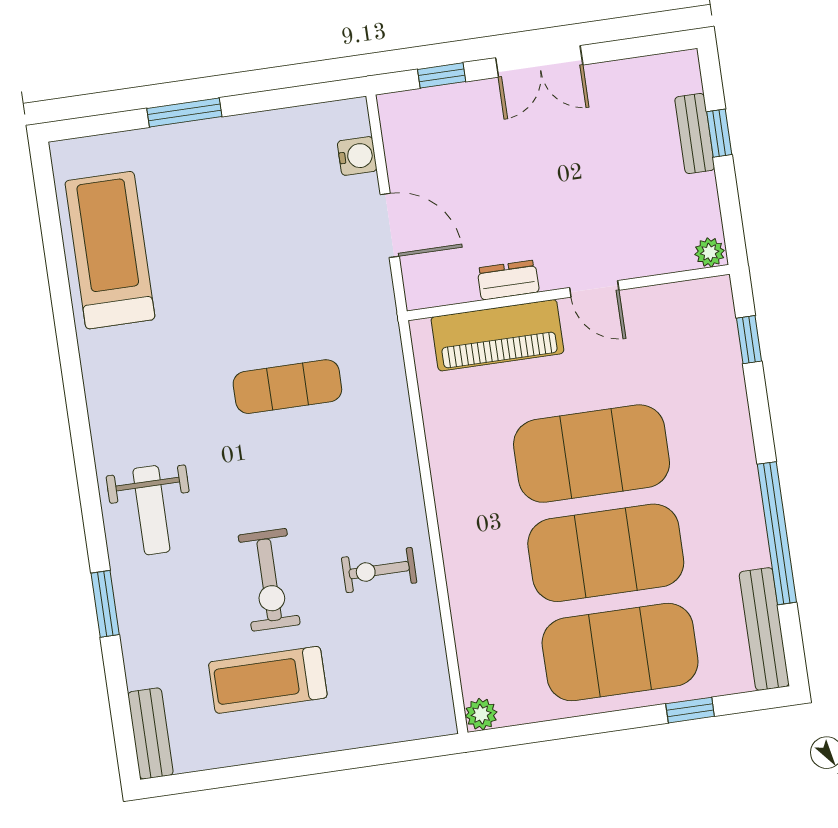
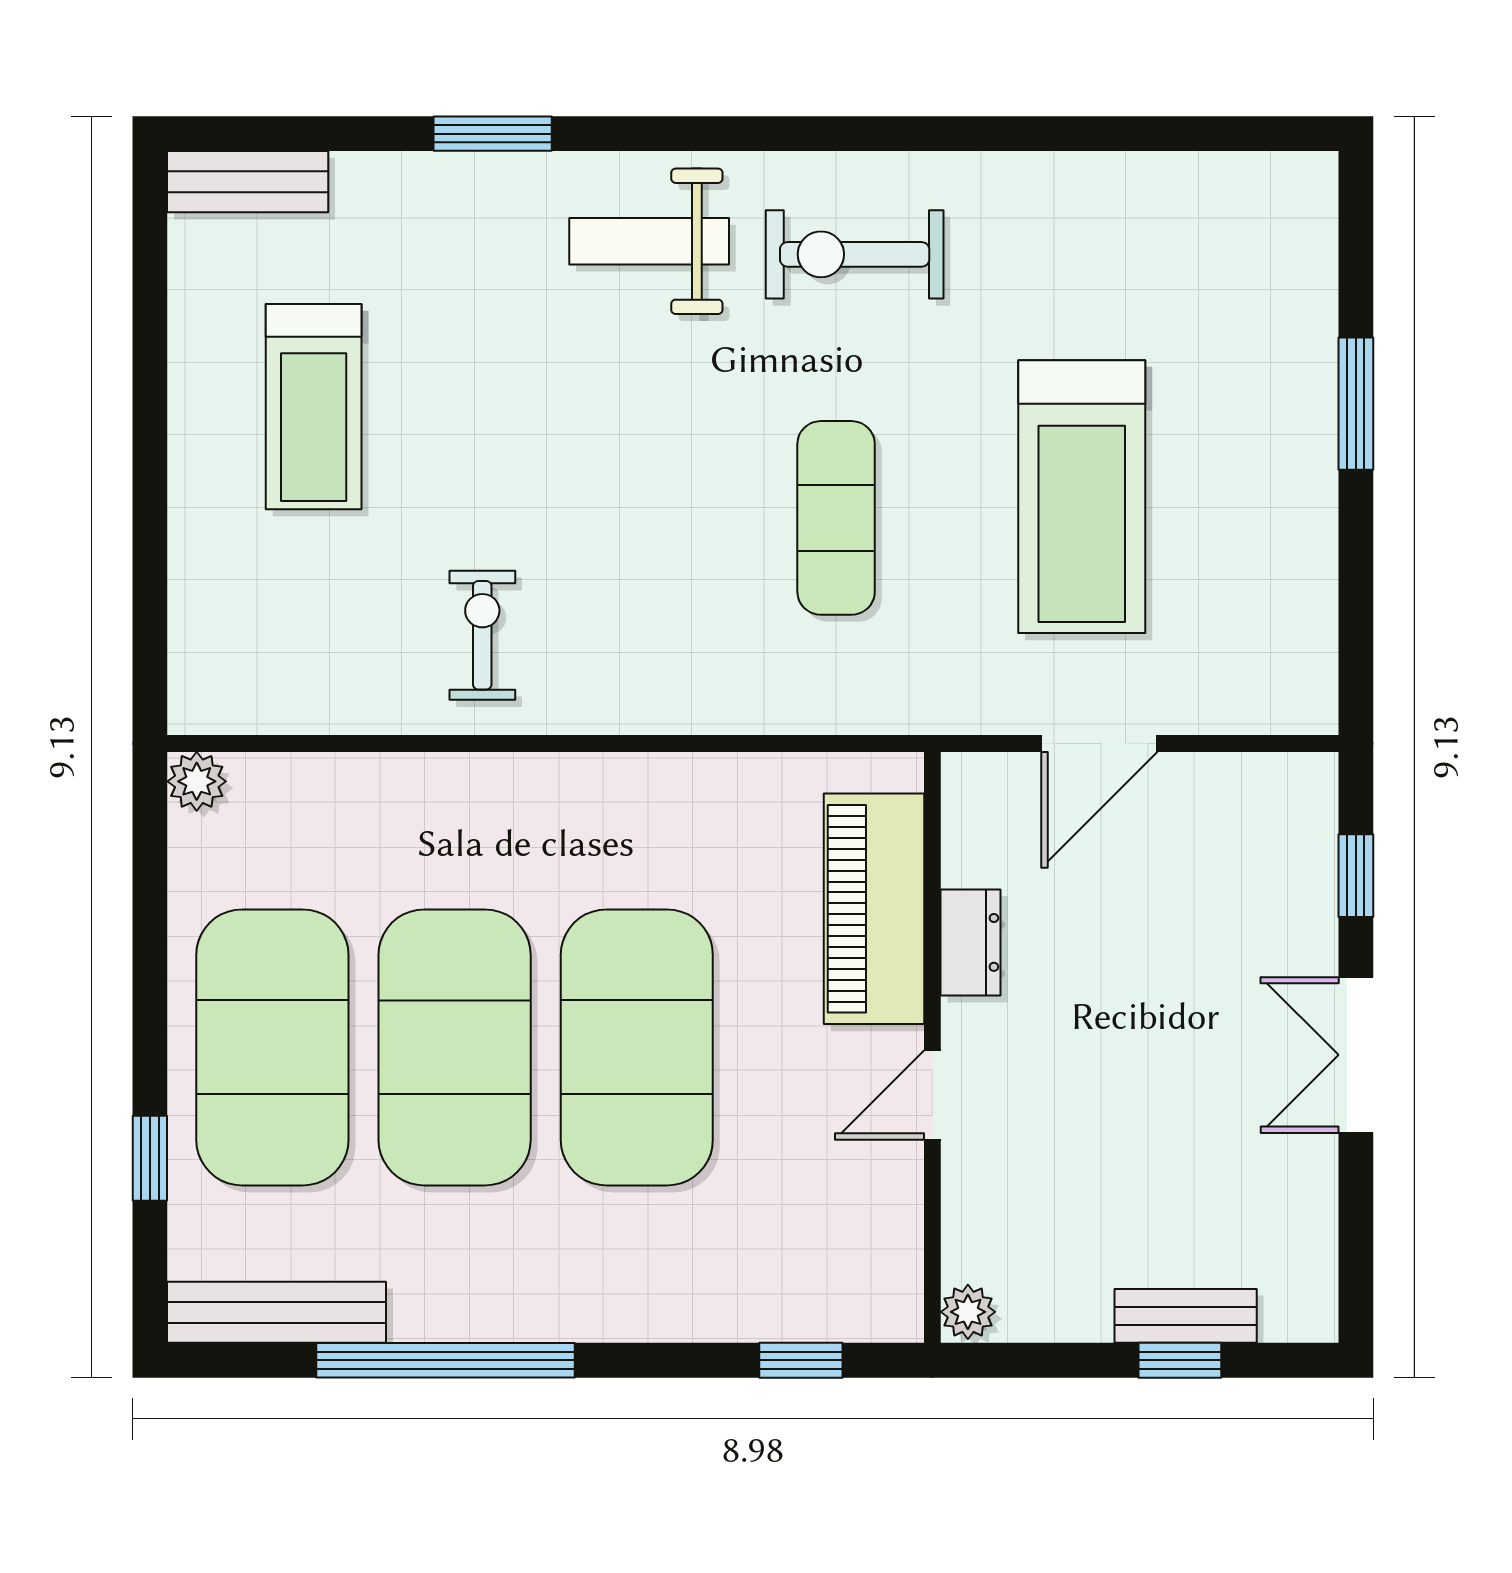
water cooler: (357, 156) -> (1233, 703), removed
treadmill: (110, 250) -> (1082, 497), moved, turned 90
exercise bike: (269, 580) -> (855, 254), moved
treadmill: (268, 680) -> (314, 407), turned 180

